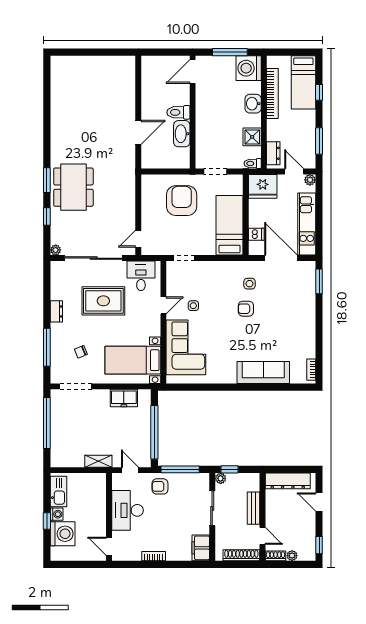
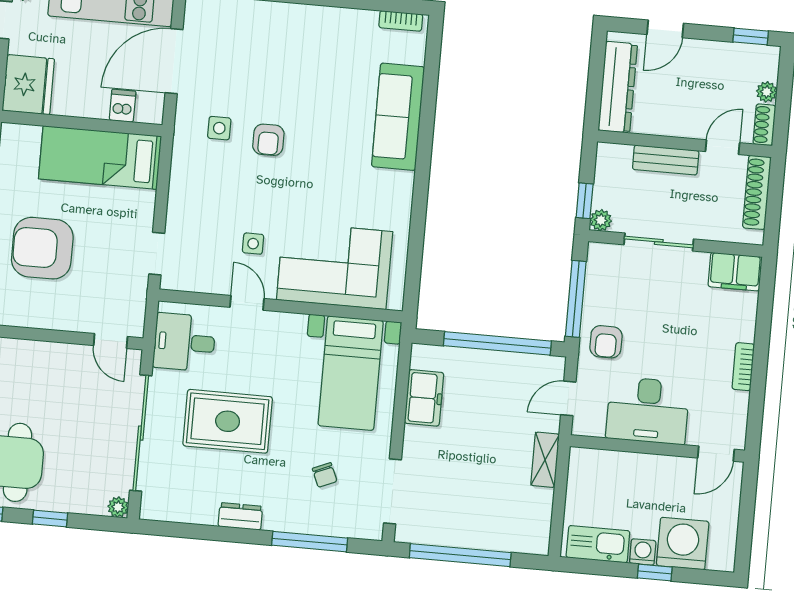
rug: (103, 301) -> (228, 421), turned 90

